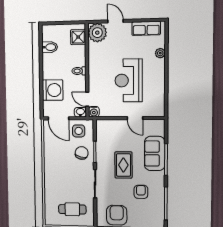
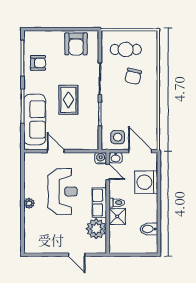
row of seats: (146, 28) -> (99, 203), moved, turned -90
plant: (97, 33) -> (96, 229), moved
shower: (78, 37) -> (117, 216), moved
plant: (160, 53) -> (29, 203), moved
chair: (82, 153) -> (133, 76), moved
sofa: (155, 153) -> (35, 119), width x1.36
armchair: (141, 192) -> (38, 63), moved, turned -90

